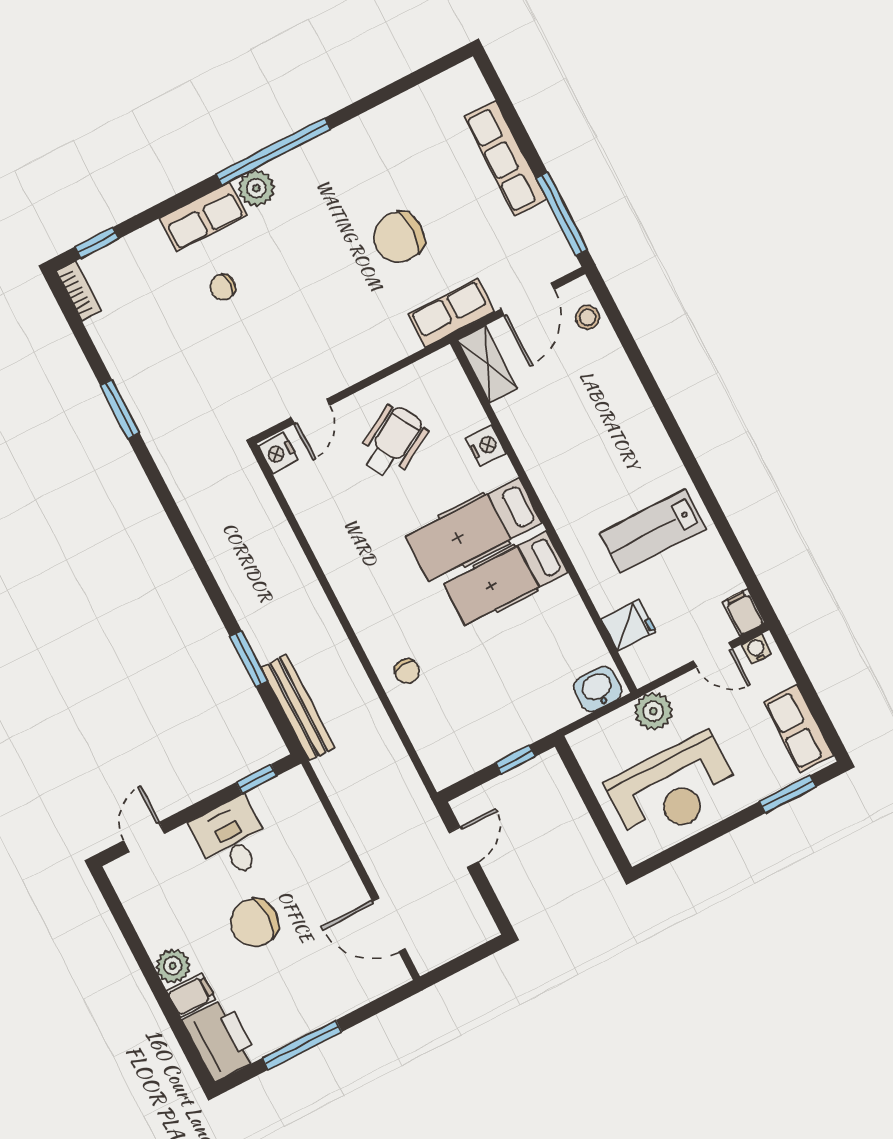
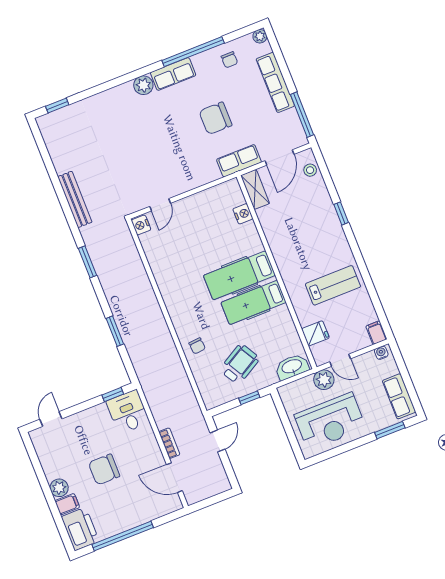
plant: (467, 74) -> (260, 36), added
window: (273, 152) -> (193, 52), moved
row of seats: (203, 217) -> (173, 74), moved
chair: (223, 287) -> (229, 60), moved, turned -90
bookcase: (79, 291) -> (169, 443), moved
window: (655, 394) -> (341, 213), added
window: (120, 409) -> (87, 262), moved
wheelchair: (393, 441) -> (240, 364), moved
nightstand: (486, 446) -> (243, 214), moved
lab bench: (653, 531) -> (333, 285), turned 180
door: (713, 655) -> (340, 360), moved
washbasin: (598, 689) -> (292, 367), width x1.38
bench: (298, 708) -> (75, 199), moved
desk: (231, 839) -> (128, 412), moved
window: (302, 1045) -> (123, 536), width x1.46

